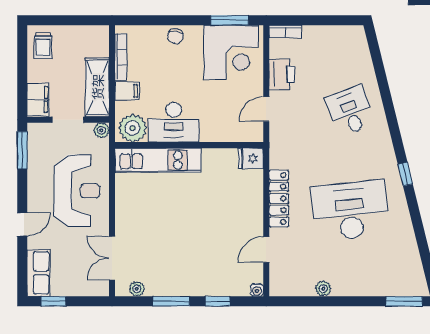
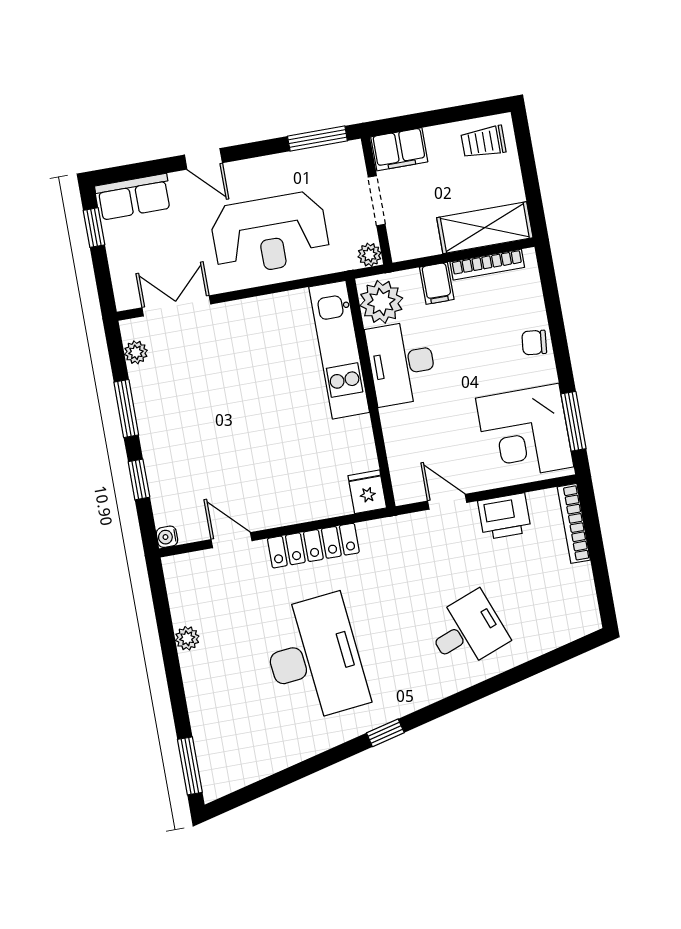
bookcase: (285, 31) -> (574, 523), width x1.56
shelving: (97, 87) -> (485, 228), moved

